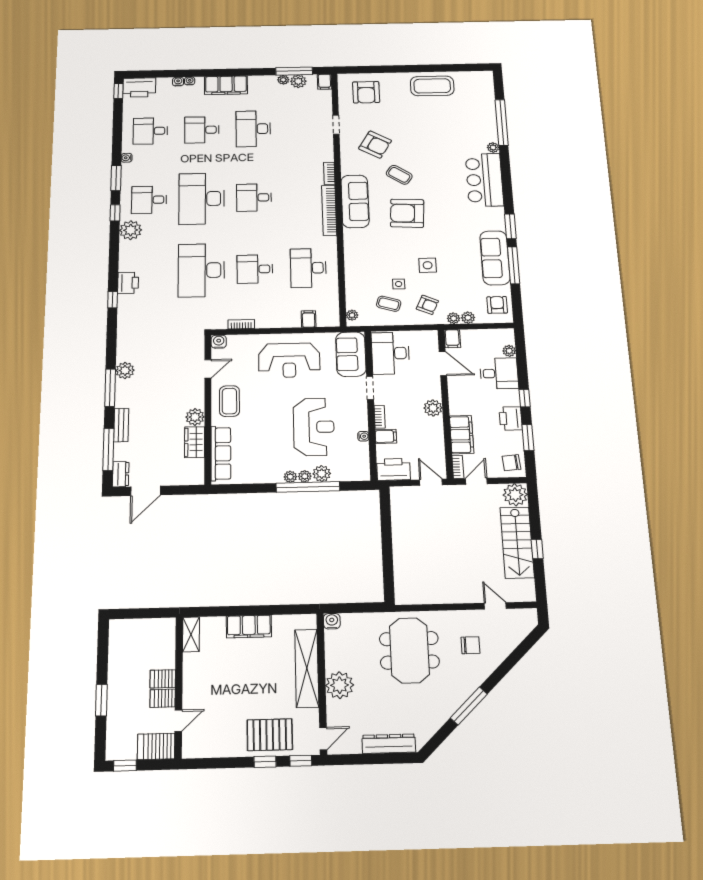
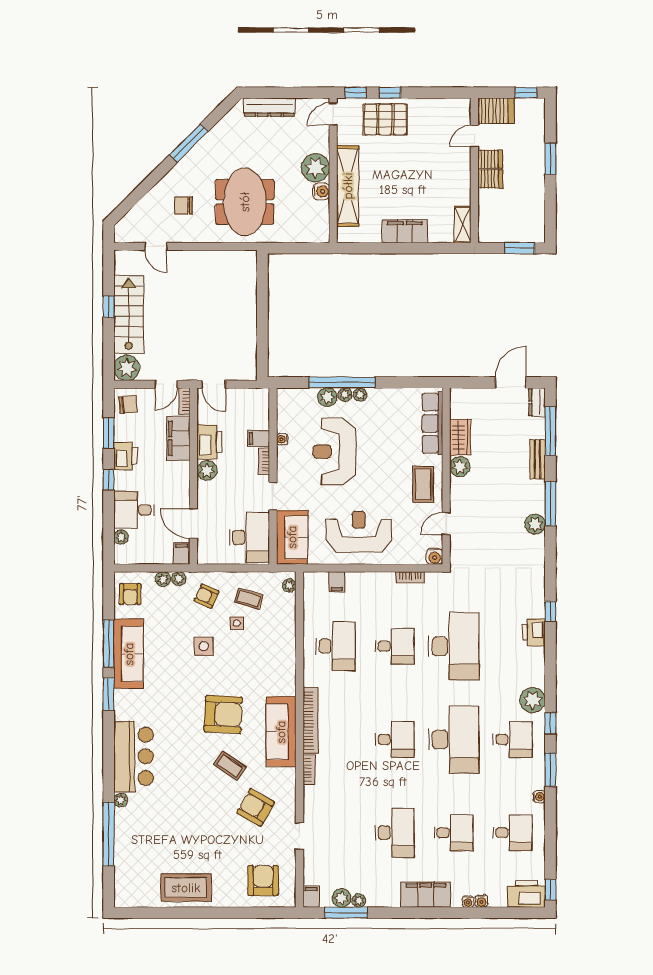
printer: (394, 469) -> (209, 442), moved, turned -90
window: (134, 614) -> (520, 248), added
water cooler: (332, 621) -> (321, 191), moved, turned -90

